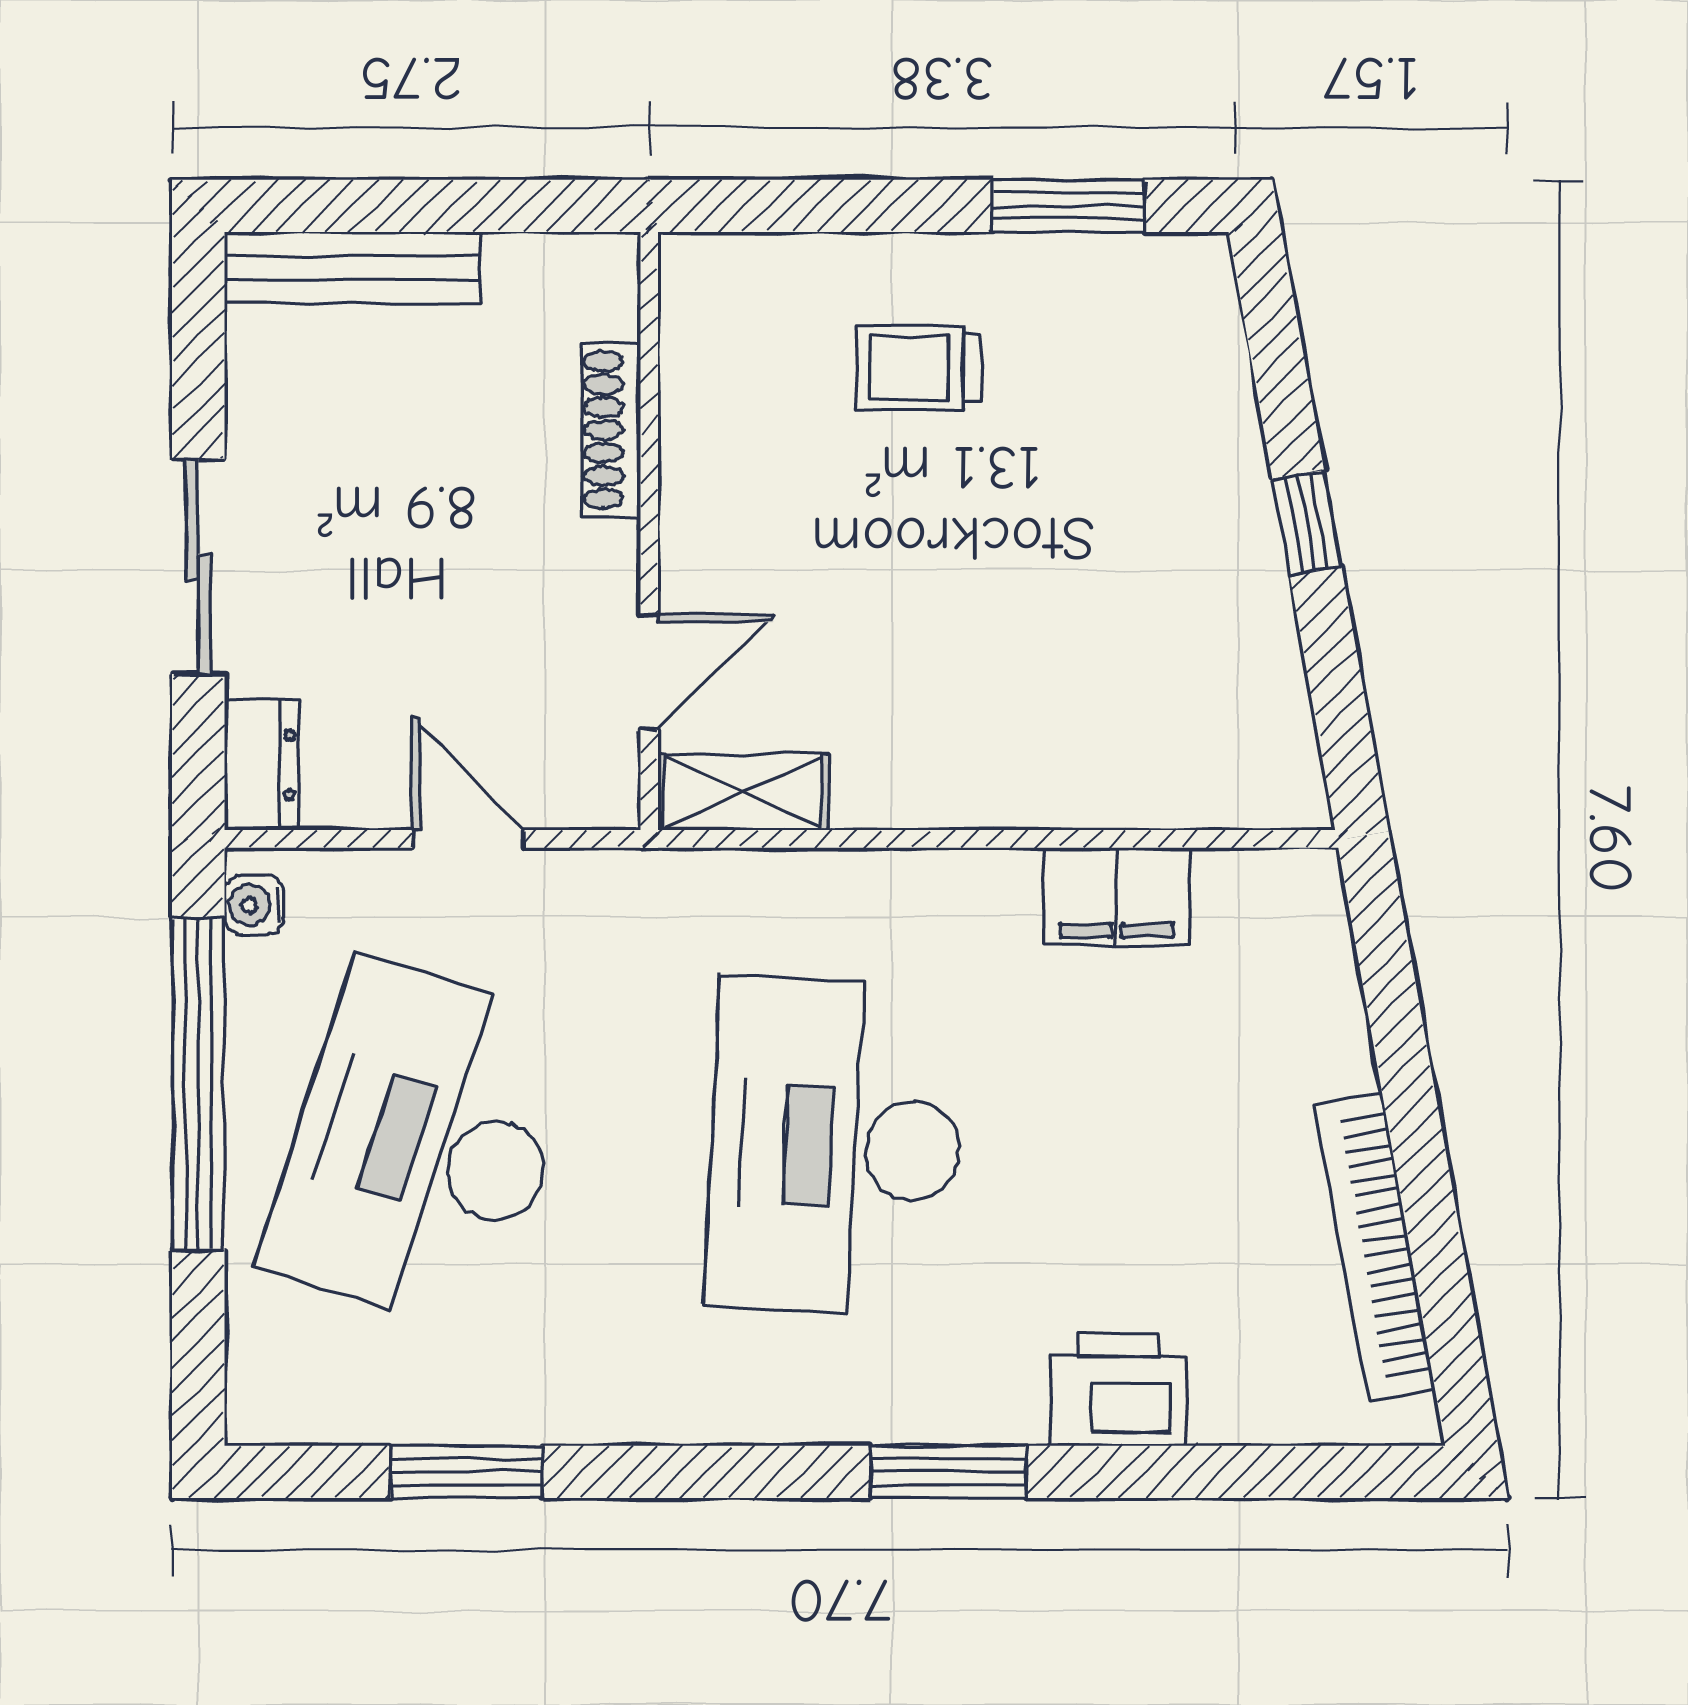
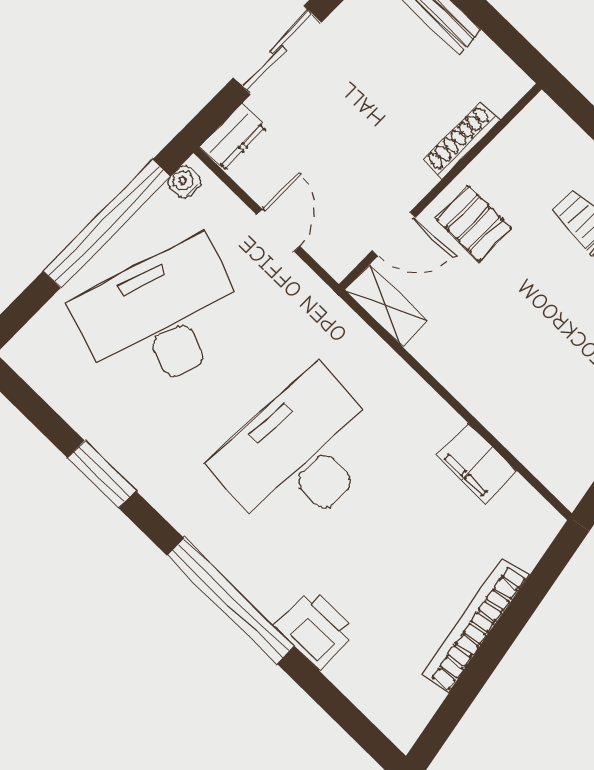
pallet: (755, 537) -> (474, 223), added
bookcase: (1375, 1247) -> (475, 626), moved
window: (467, 1472) -> (102, 474), moved
window: (949, 1472) -> (231, 601), width x2.11

